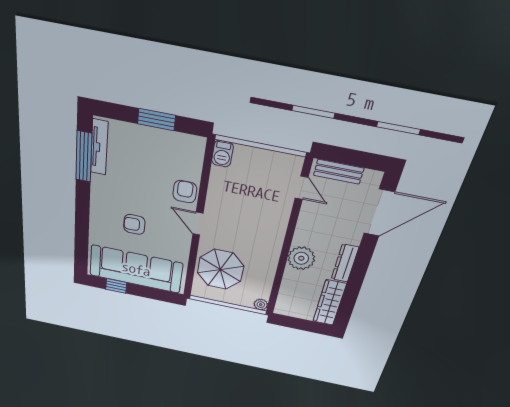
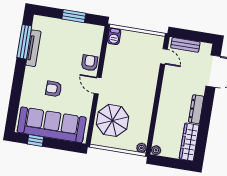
tv unit: (99, 147) -> (33, 48), moved
plant: (301, 258) -> (156, 150), moved, width x0.53, depth x0.53

